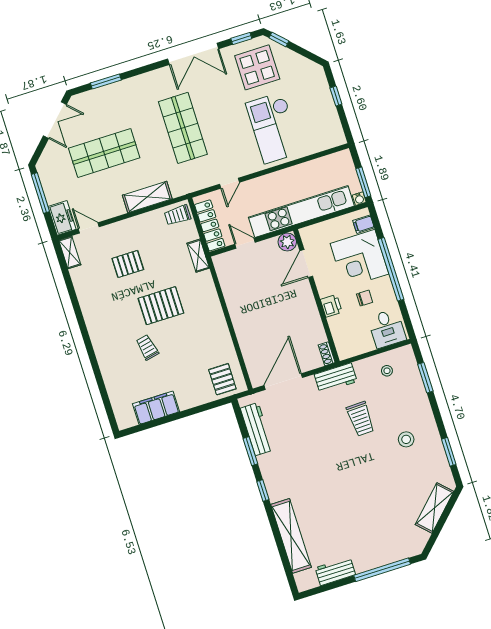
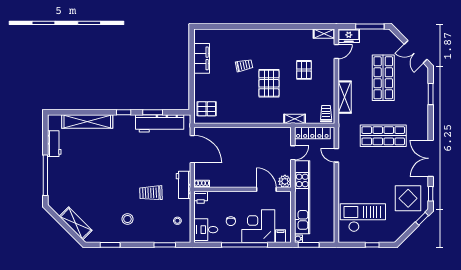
checkout: (274, 128) -> (363, 218), moved
printer: (331, 306) -> (201, 197), moved
workbench: (257, 429) -> (160, 123), width x1.36, depth x1.32

